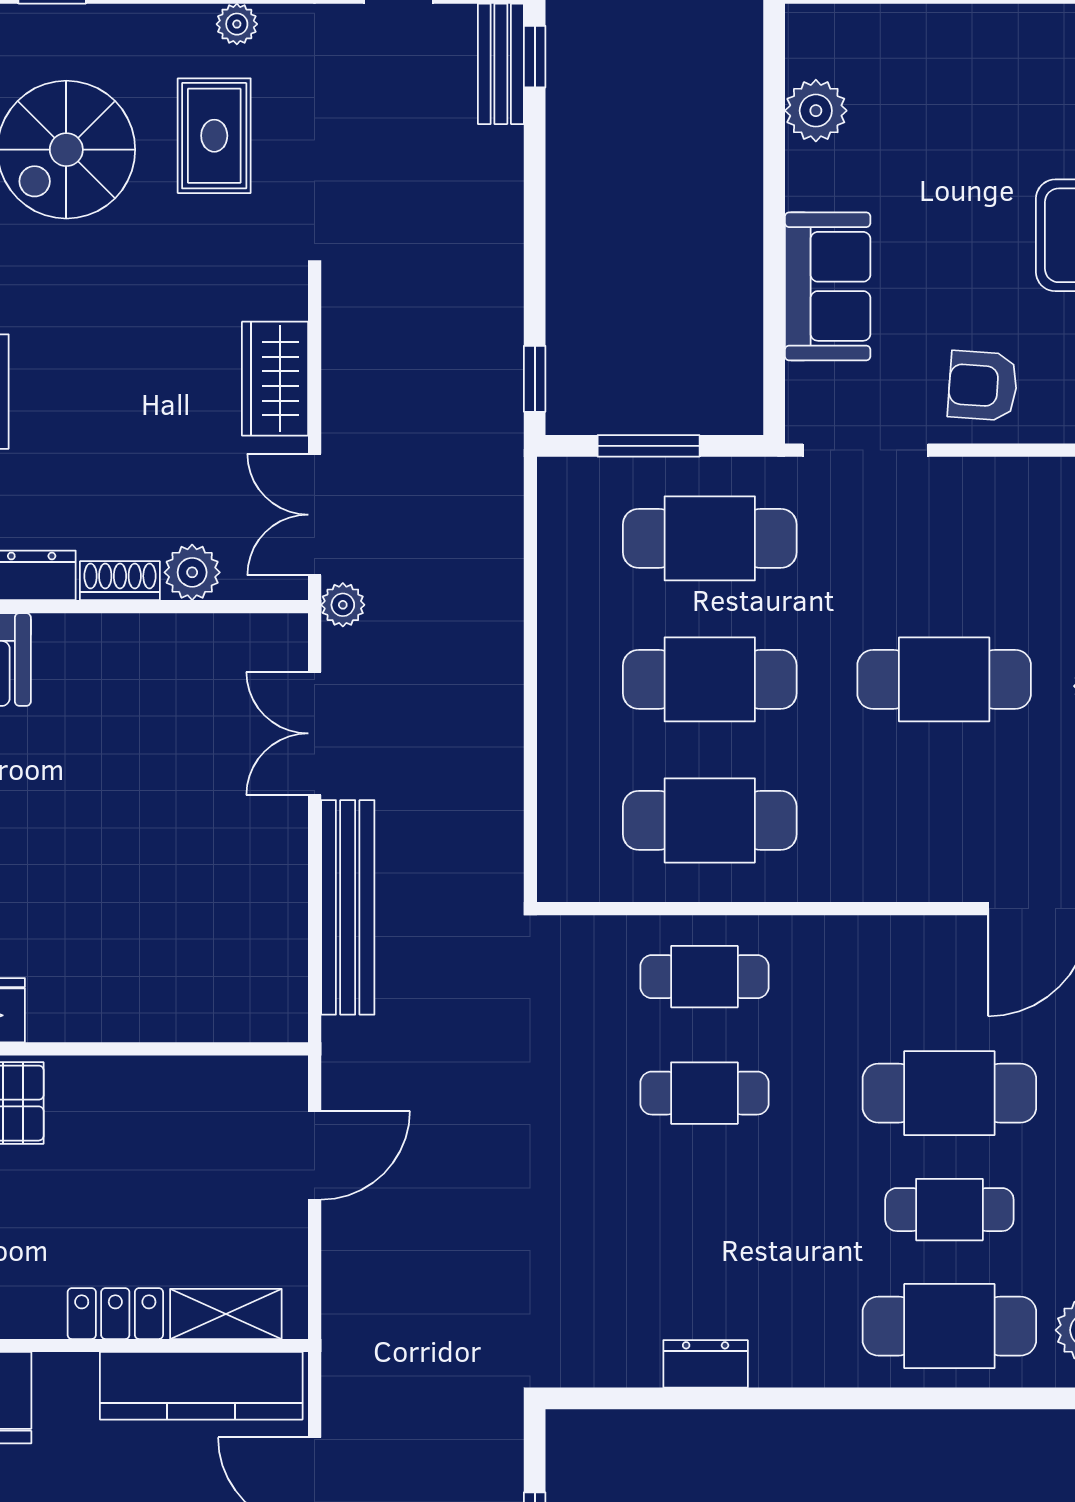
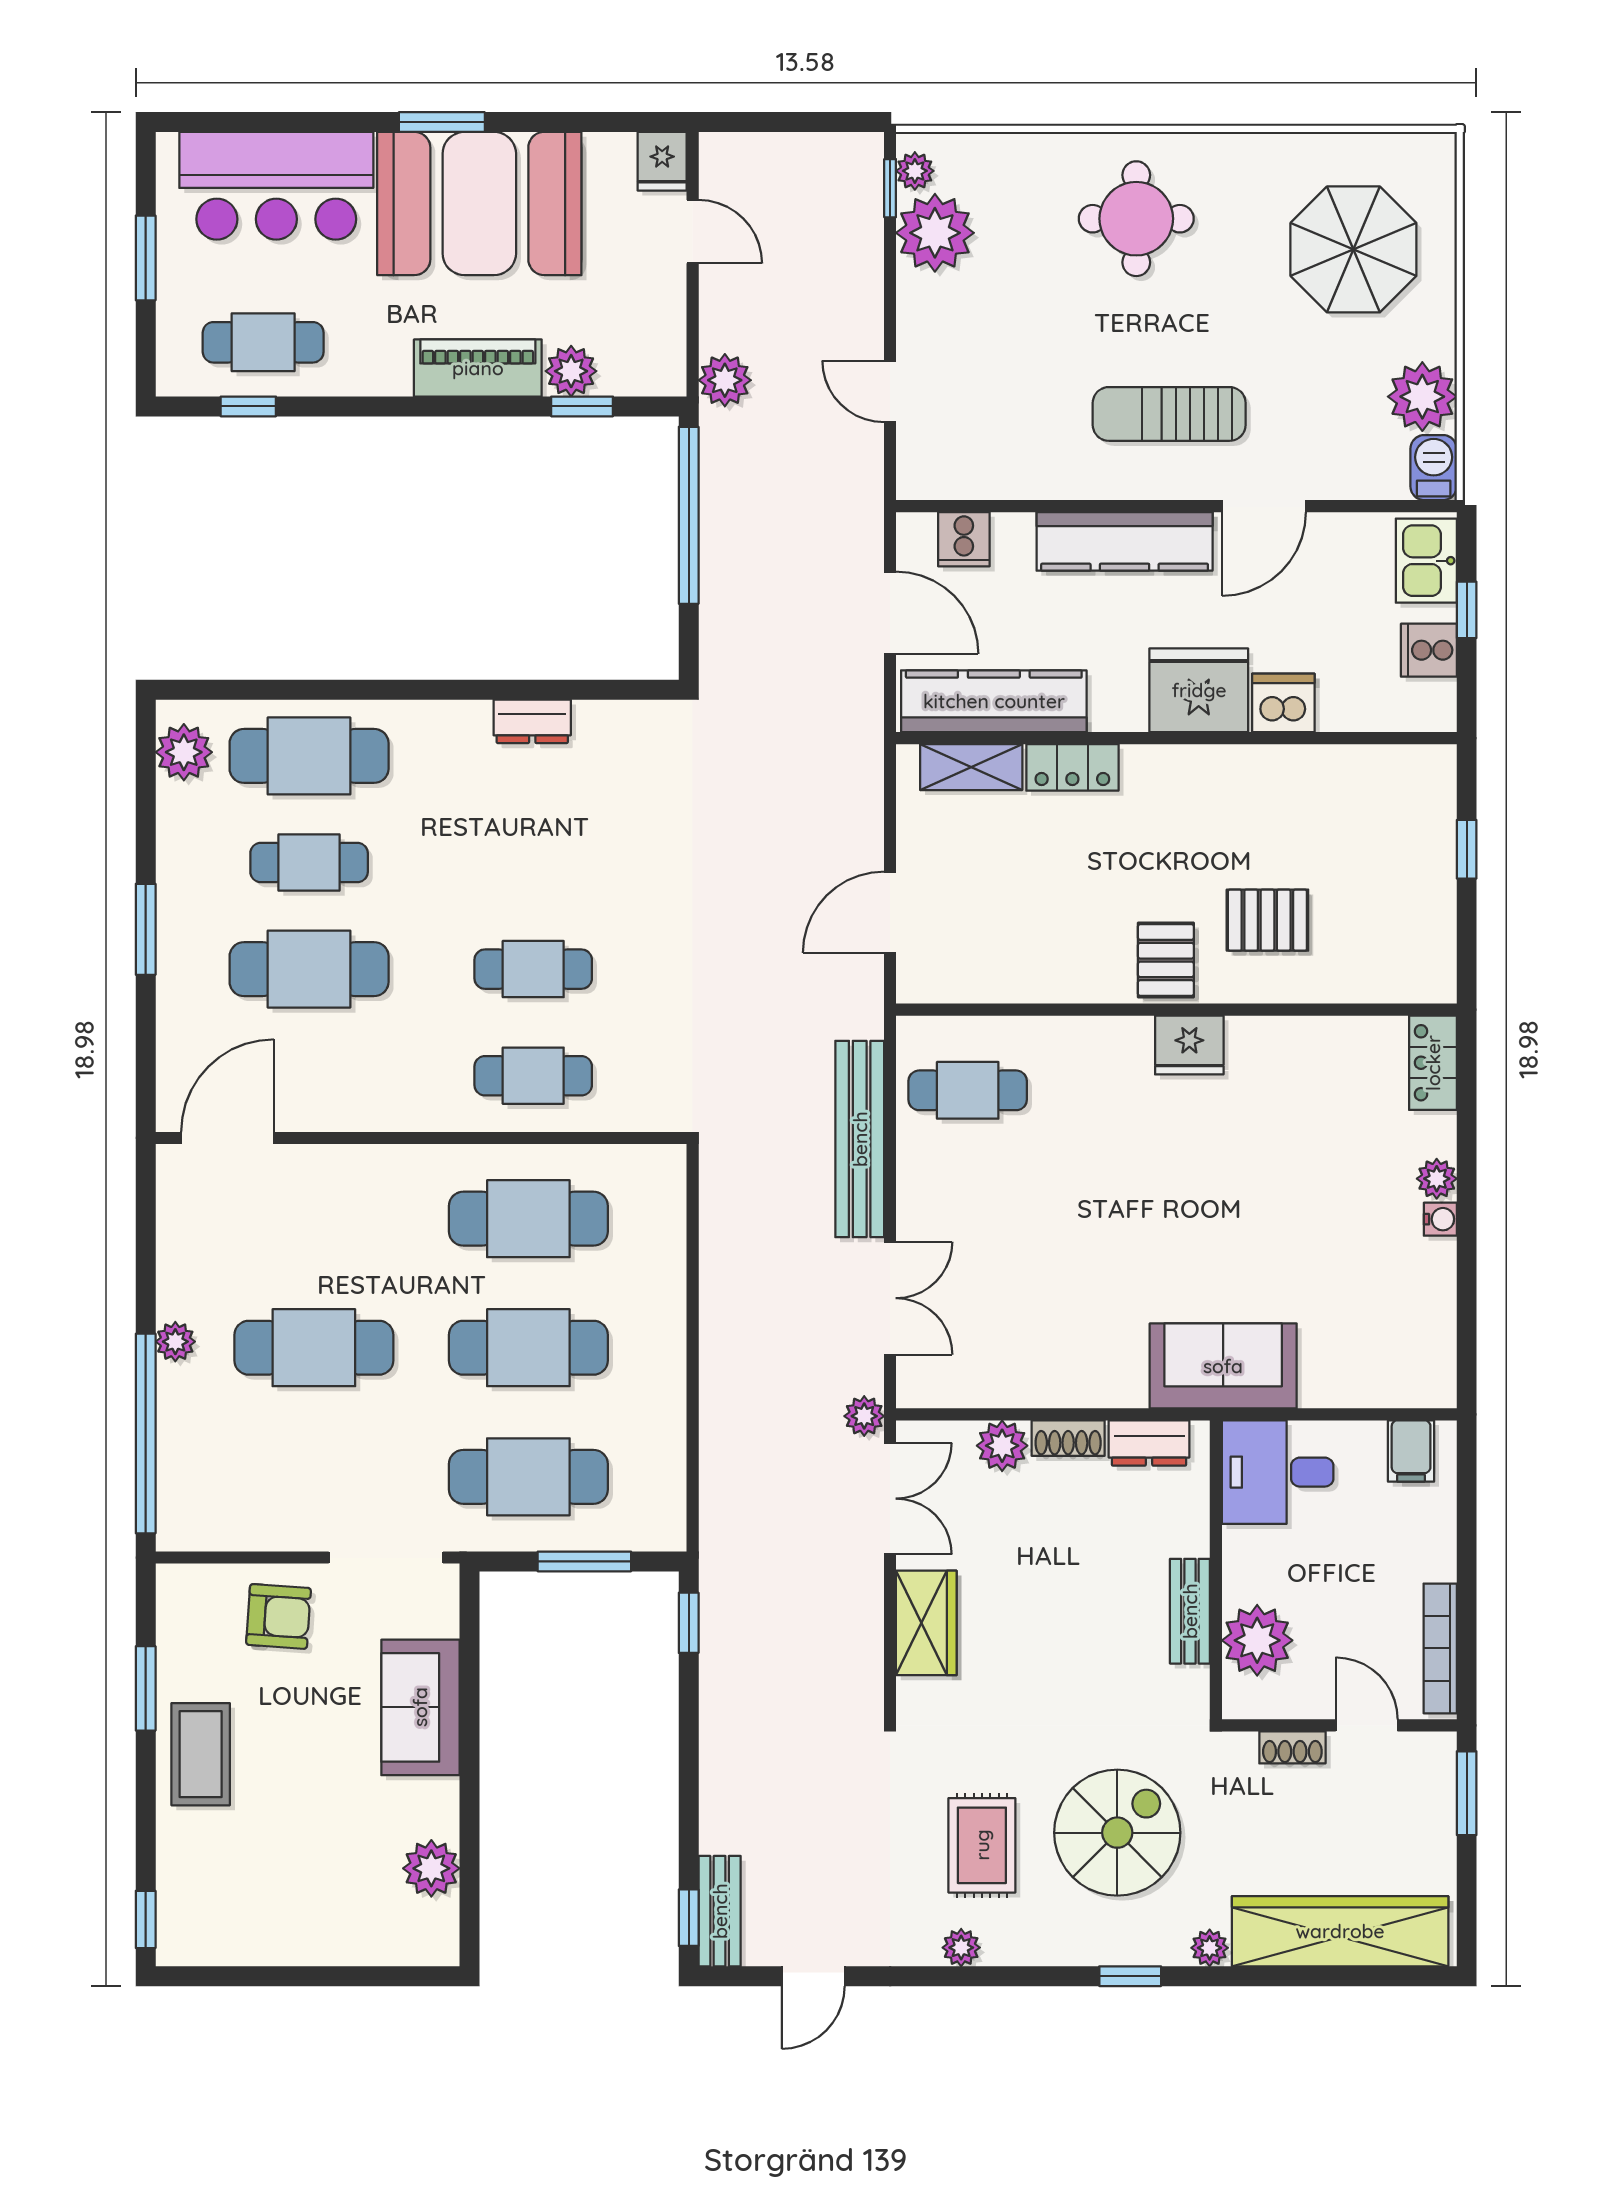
cafe table: (230, 961) -> (968, 1090), added

